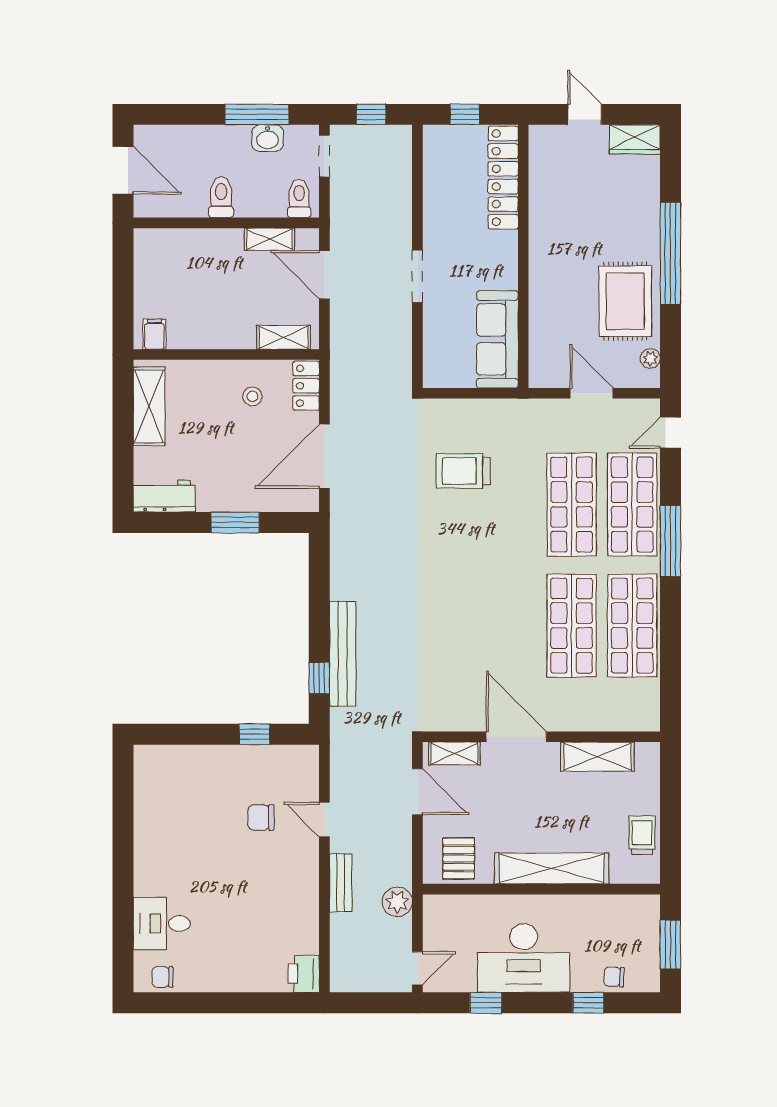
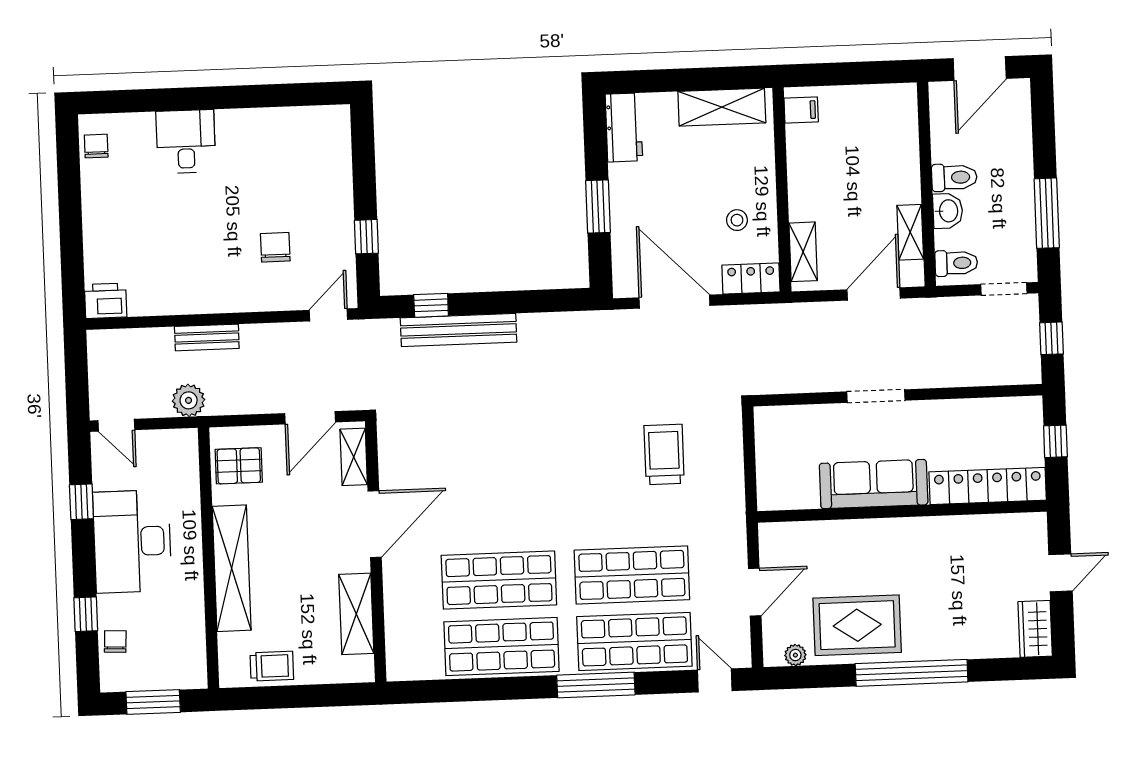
washbasin: (268, 138) -> (948, 211), moved, turned 180
sofa: (497, 339) -> (874, 484), moved
door: (324, 820) -> (328, 315), moved
desk: (162, 924) -> (186, 142), moved

